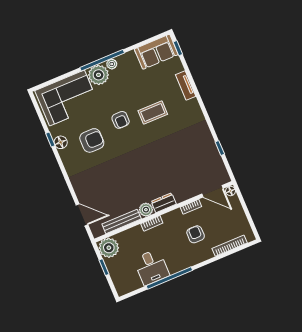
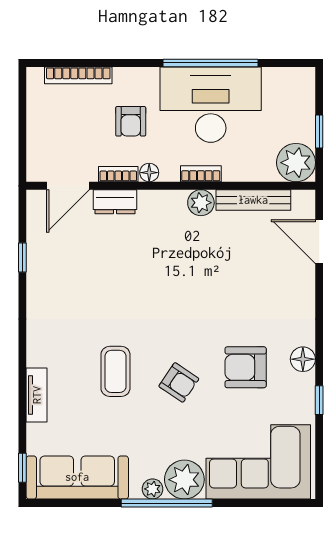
sofa: (156, 52) -> (77, 477), width x1.36
coffee table: (153, 112) -> (115, 371), turned 90
armchair: (121, 120) -> (179, 382), turned 124
floor lamp: (61, 142) -> (303, 359), moved
door: (213, 191) -> (68, 186), swing flipped
floor lamp: (231, 191) -> (149, 173), moved
dresser: (164, 203) -> (115, 202), moved
desk: (151, 267) -> (211, 105), width x1.87, depth x1.30

